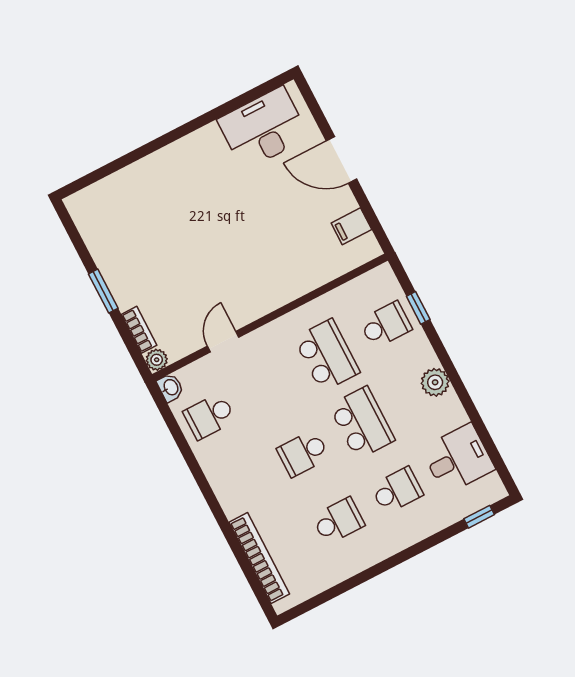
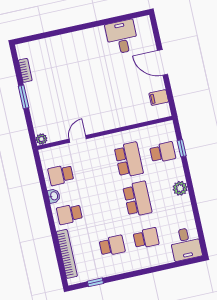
desk: (263, 128) -> (122, 37), width x0.73
bookcase: (139, 330) -> (25, 70), moved
washbasin: (170, 387) -> (54, 196), moved
school desk: (303, 453) -> (69, 214), moved
desk: (458, 459) -> (186, 244), moved, turned 90
window: (479, 517) -> (95, 282), moved

